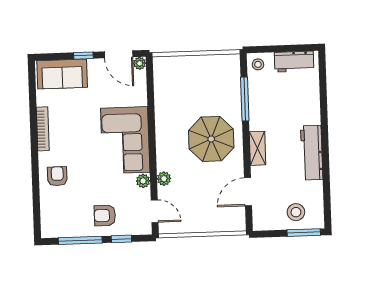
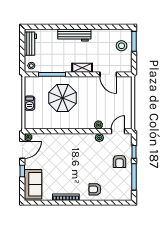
barbecue: (196, 64) -> (30, 103), added
parasol: (211, 139) -> (63, 98), moved
corner sofa: (125, 140) -> (74, 148), removed
workbench: (312, 153) -> (74, 35), moved

